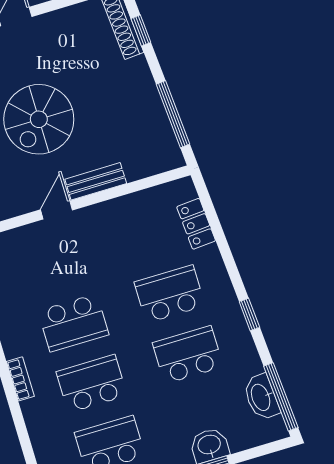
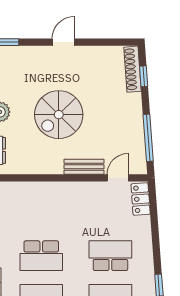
door: (56, 210) -> (118, 178), moved
locker: (196, 224) -> (141, 199), moved

